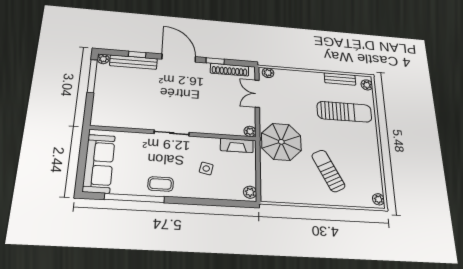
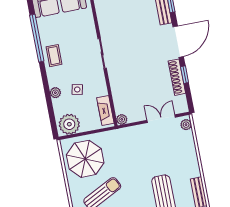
shoe rack: (230, 70) -> (177, 77), moved
parasol: (281, 142) -> (85, 159), moved
plant: (250, 192) -> (69, 124), width x1.88, depth x1.88
plant: (204, 193) -> (55, 93), added

